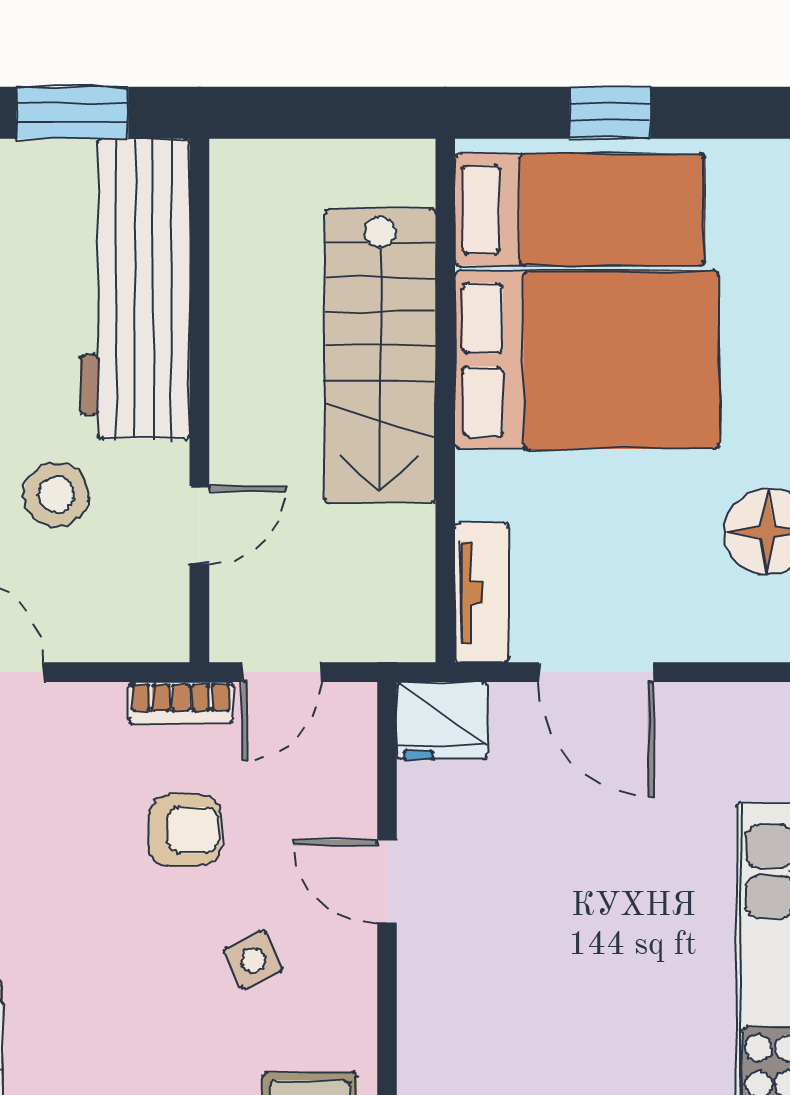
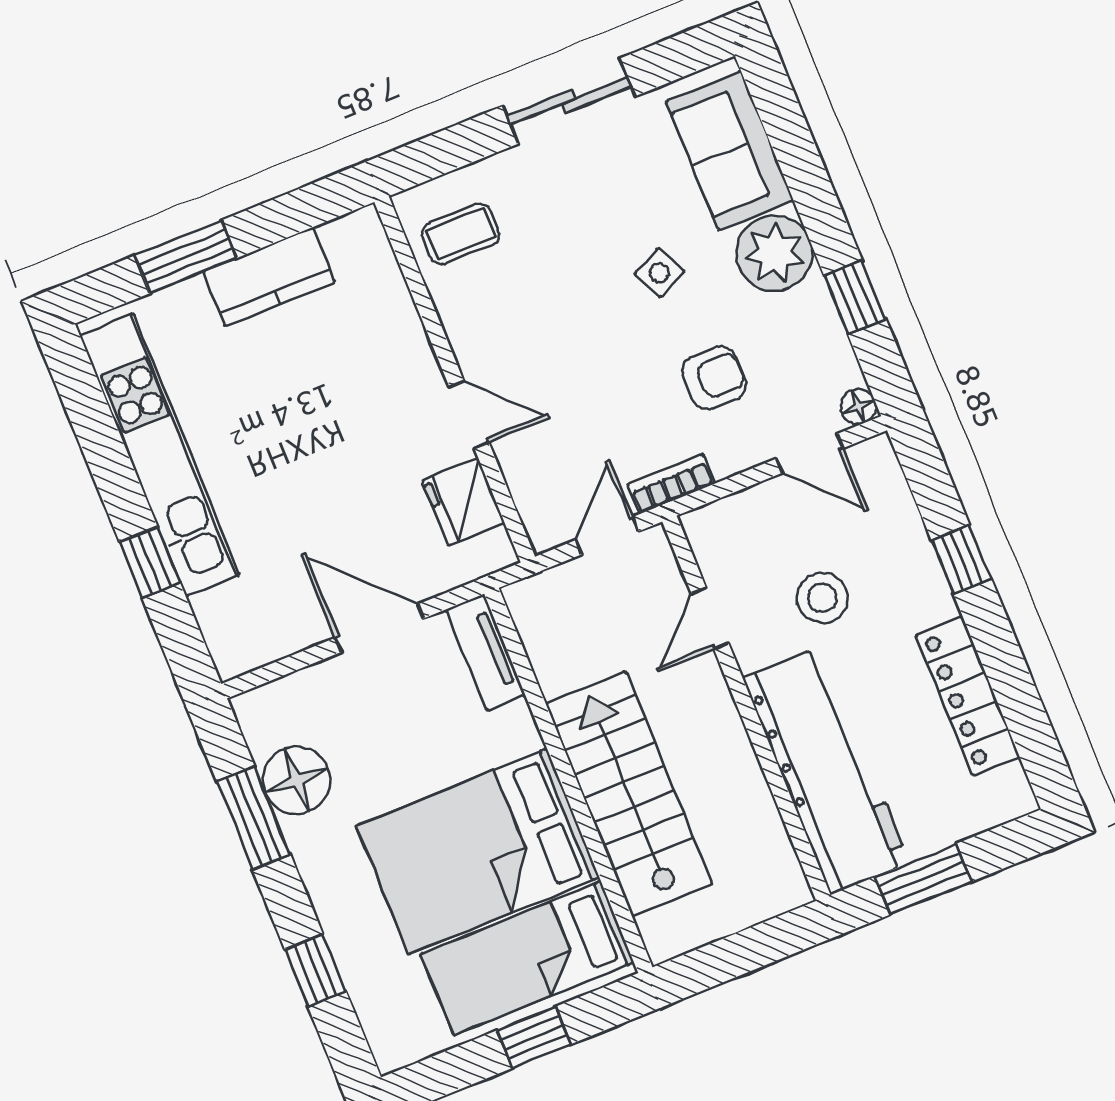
fridge: (442, 721) -> (463, 502), moved, turned -90
armchair: (185, 830) -> (714, 378), moved, turned 180
side table: (253, 960) -> (659, 273), moved

